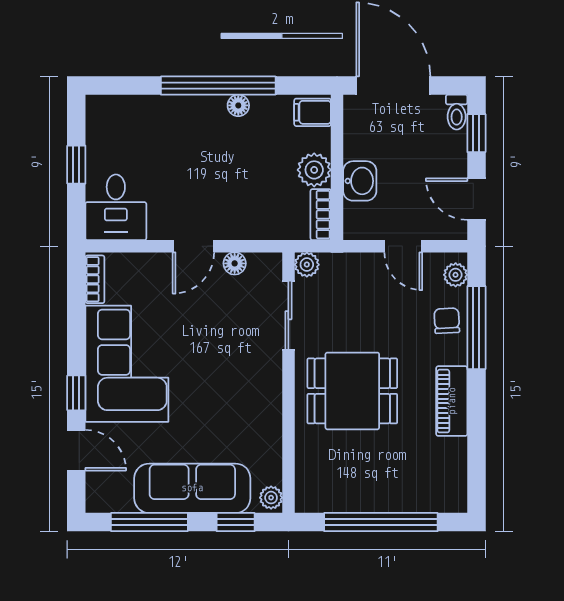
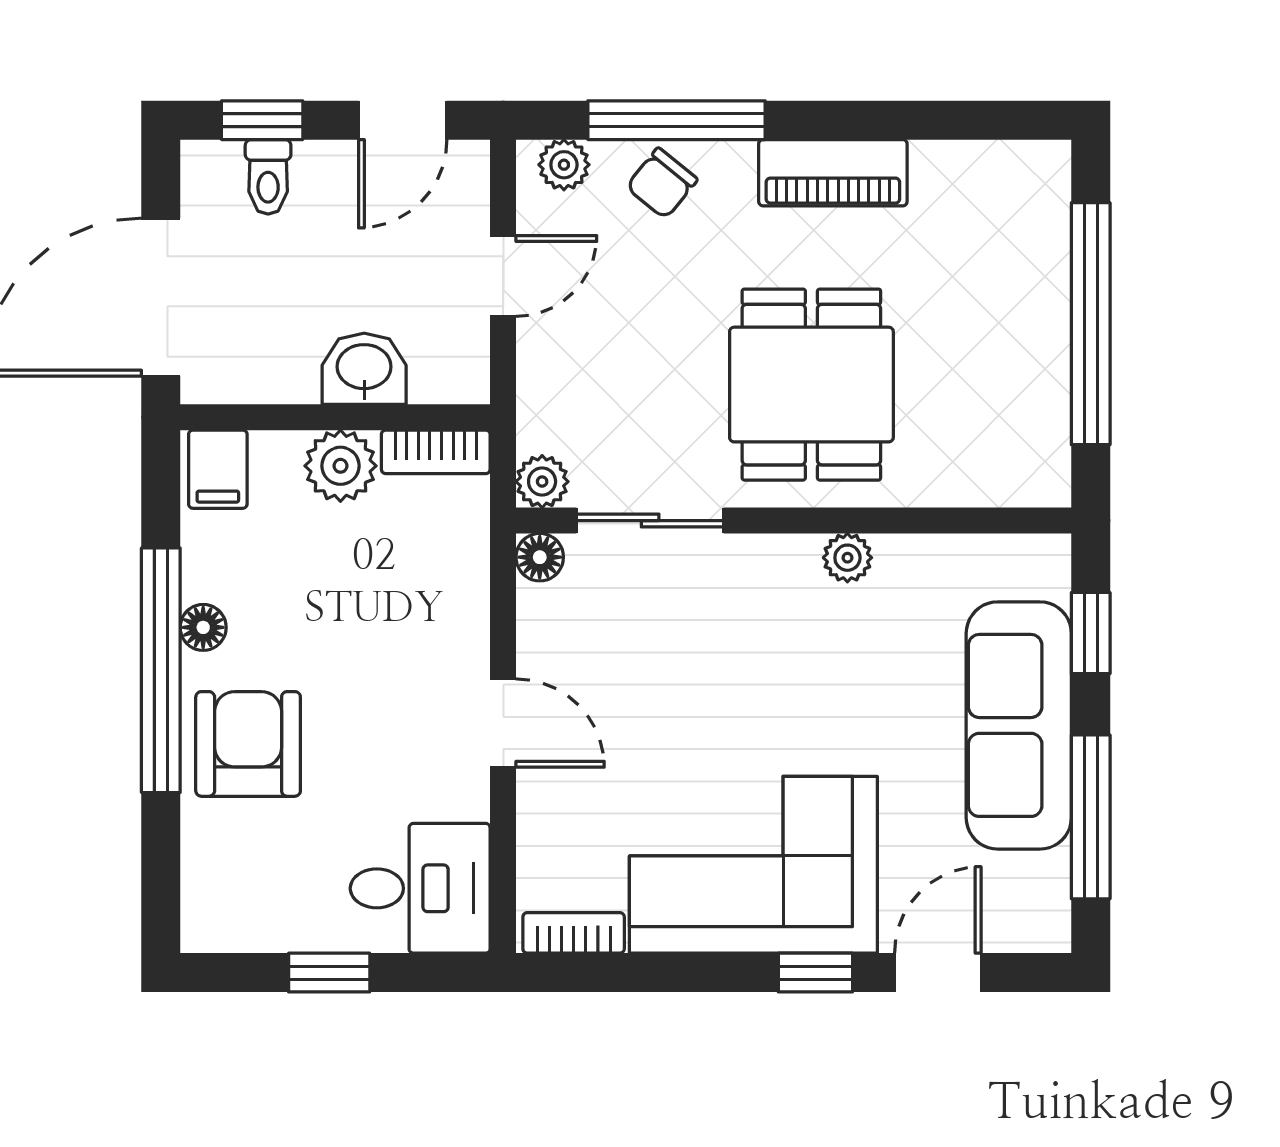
toilet: (457, 112) -> (268, 177), moved, turned 90
armchair: (184, 127) -> (248, 744), added
floor lamp: (235, 263) -> (540, 557), moved
chair: (447, 321) -> (662, 183), turned -48
plant: (271, 498) -> (847, 558), moved

